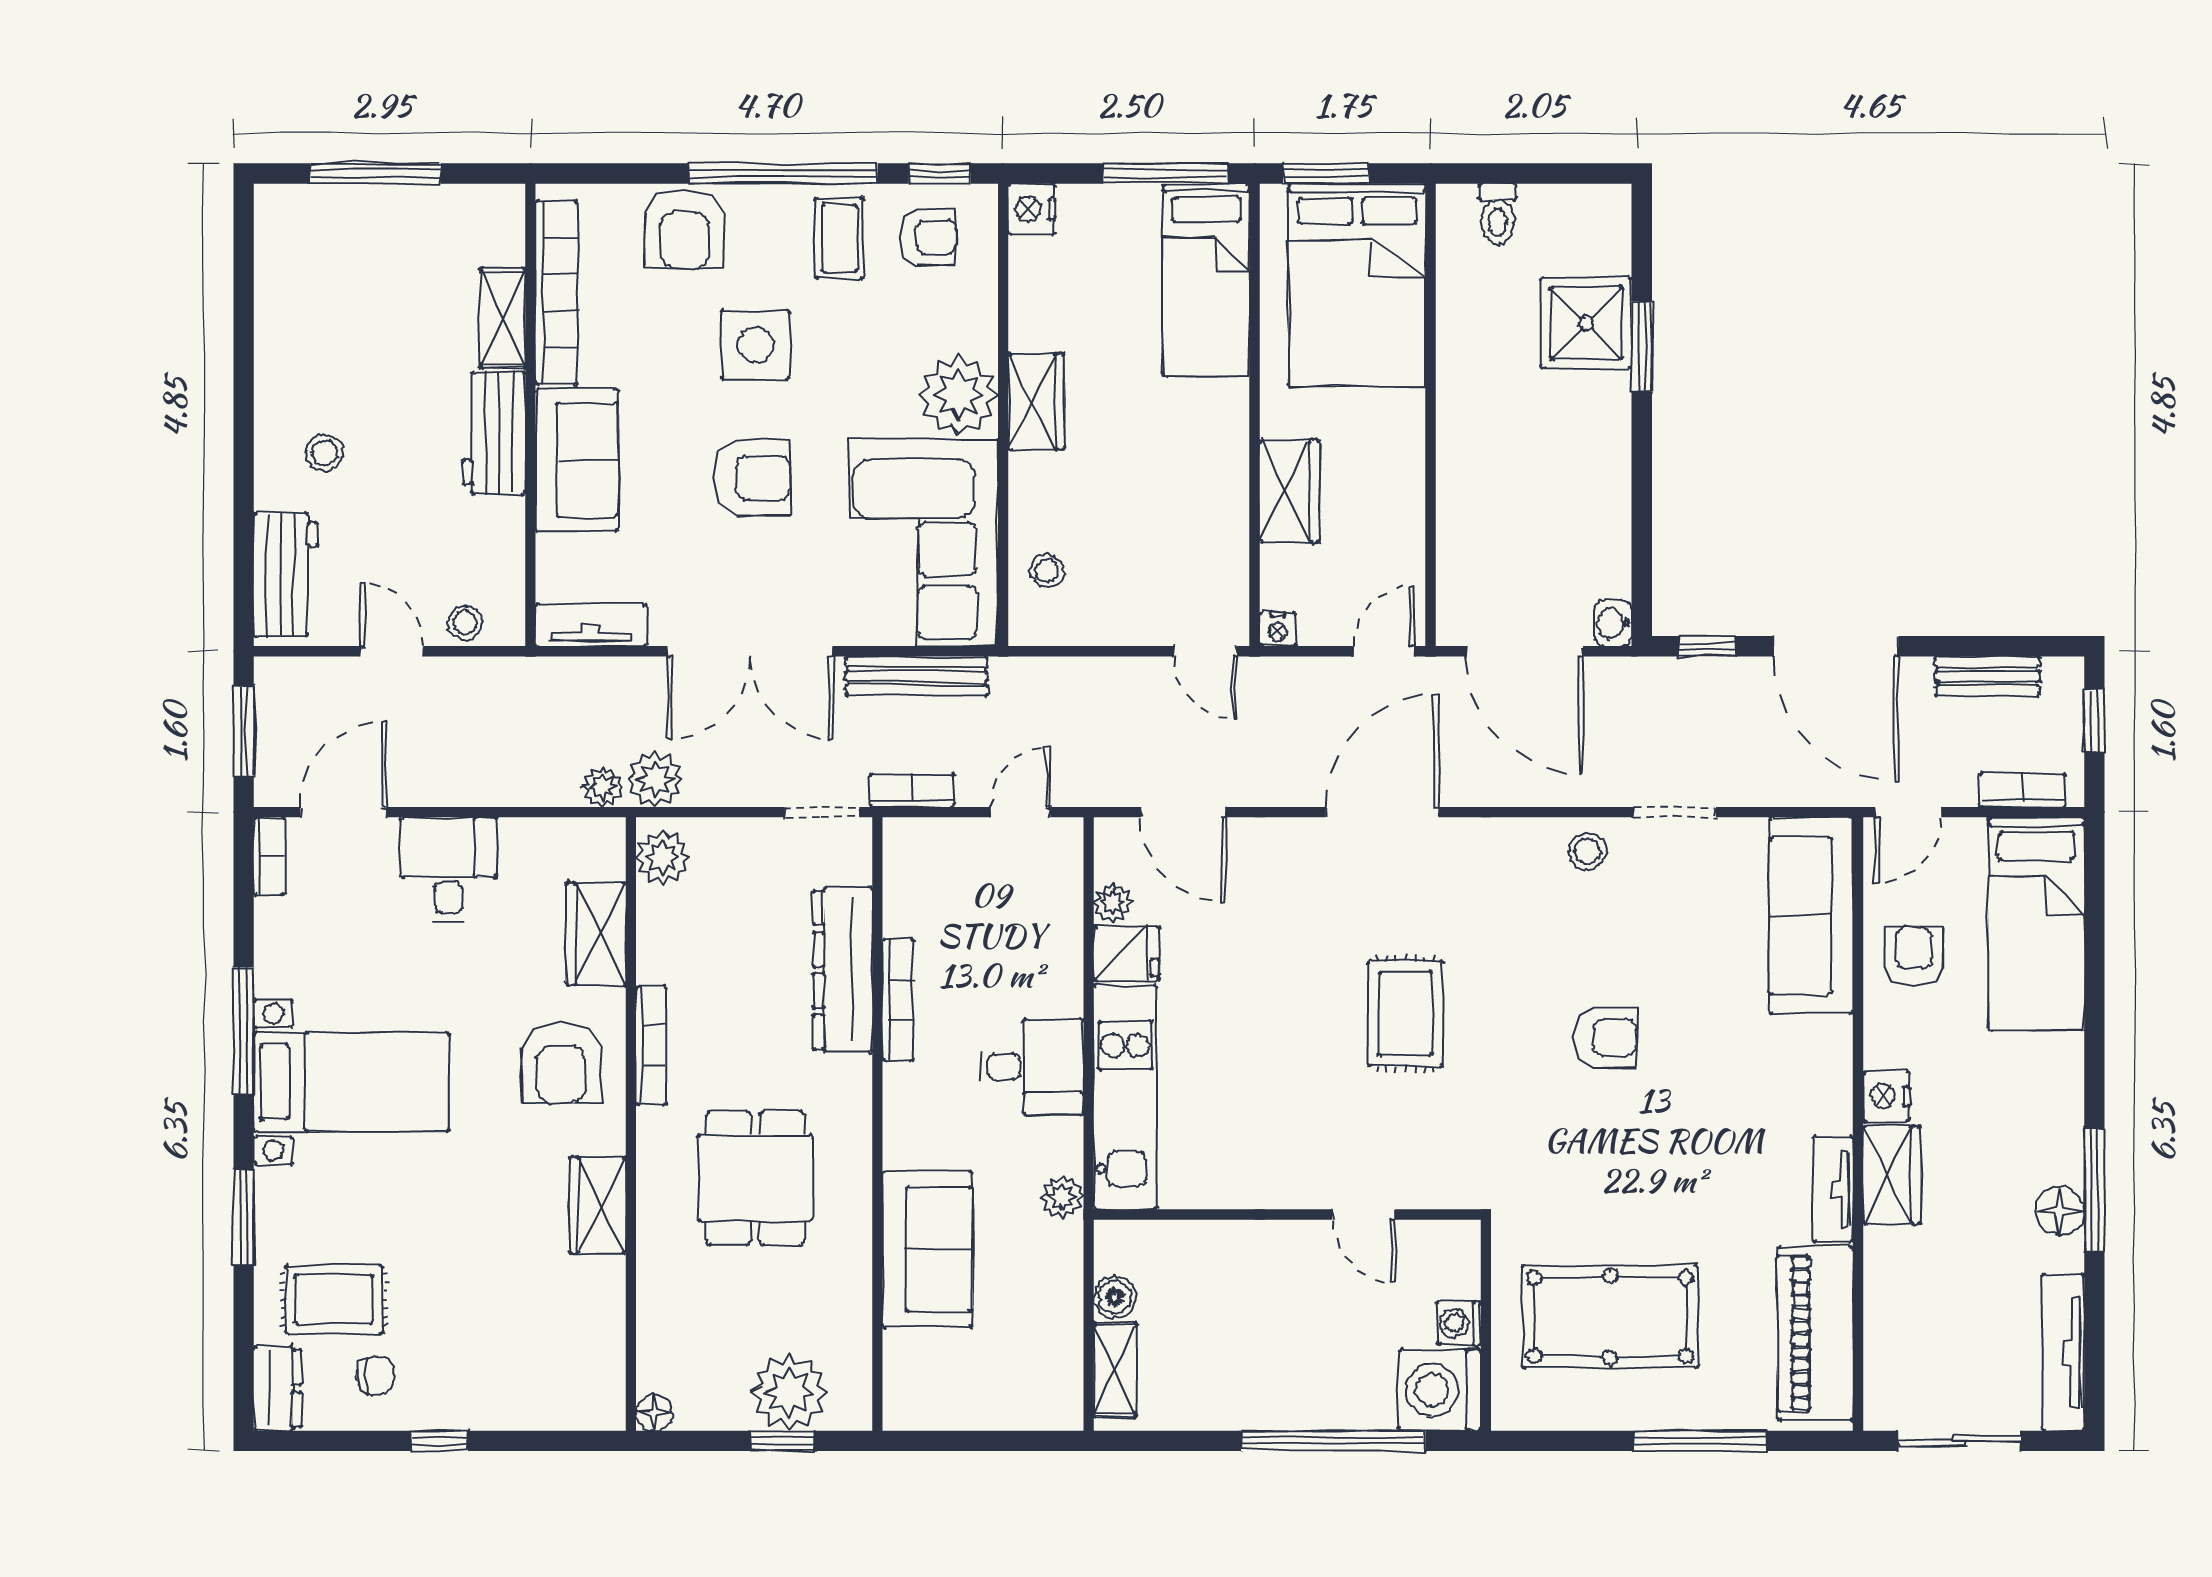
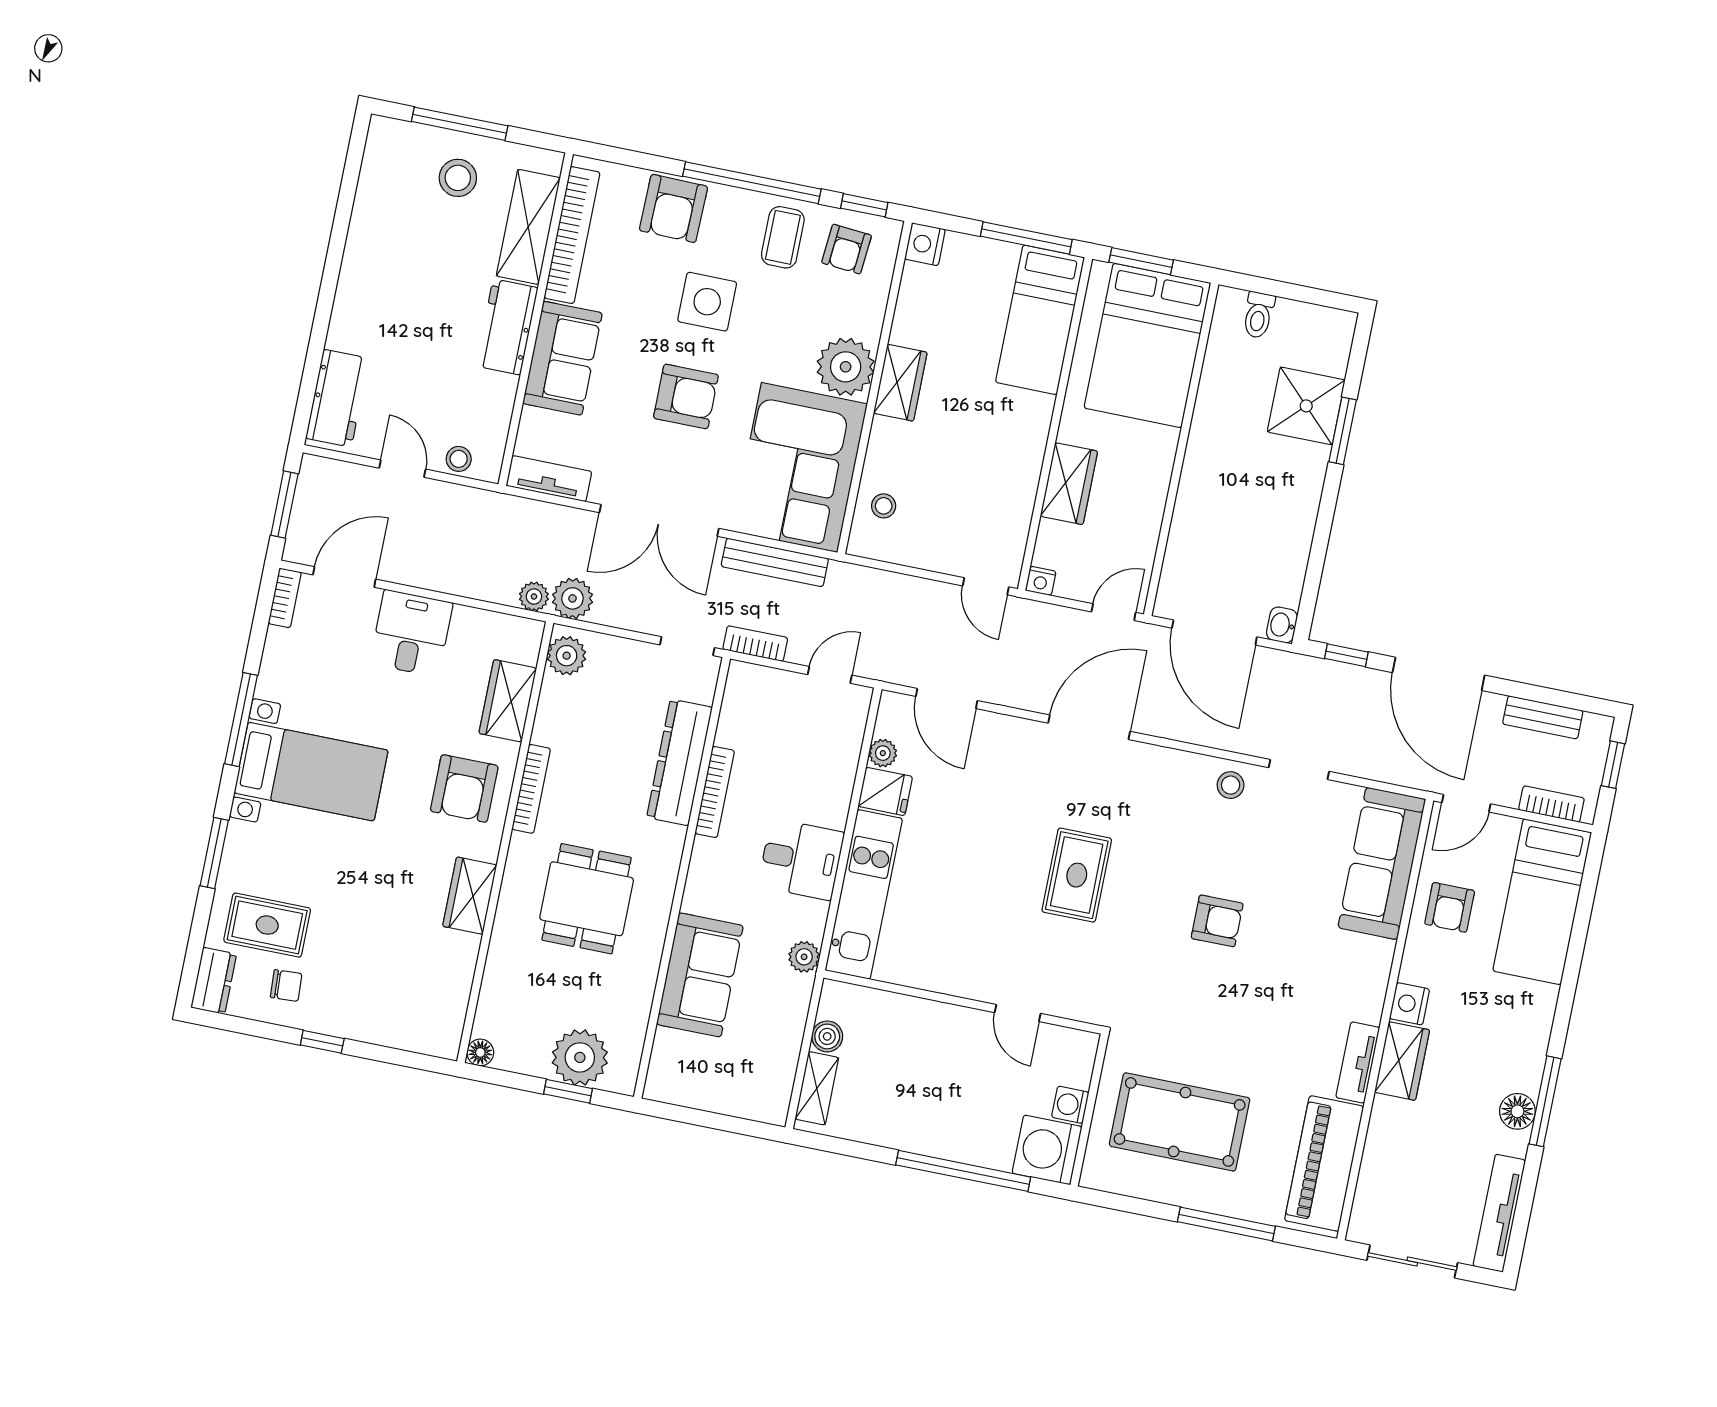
armchair: (928, 237) -> (847, 249), turned 95
shelving: (503, 318) -> (528, 227), width x1.50, depth x1.33
stool: (325, 453) -> (458, 178), moved, width x1.37, depth x1.37
armchair: (1914, 956) -> (1450, 907), turned 180

